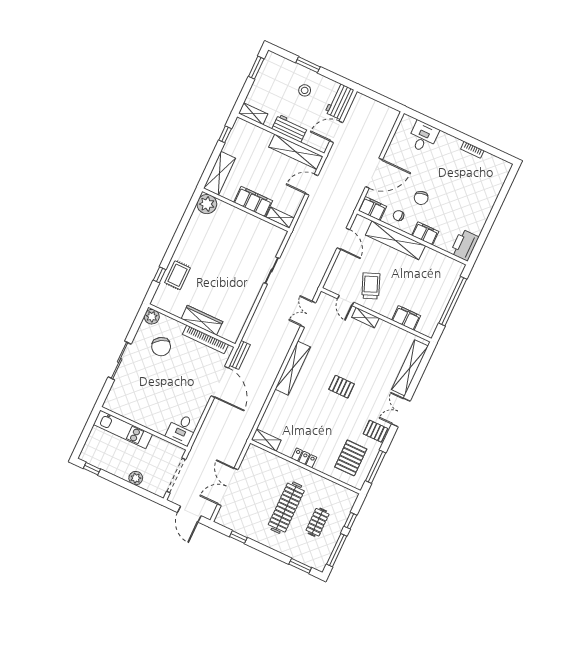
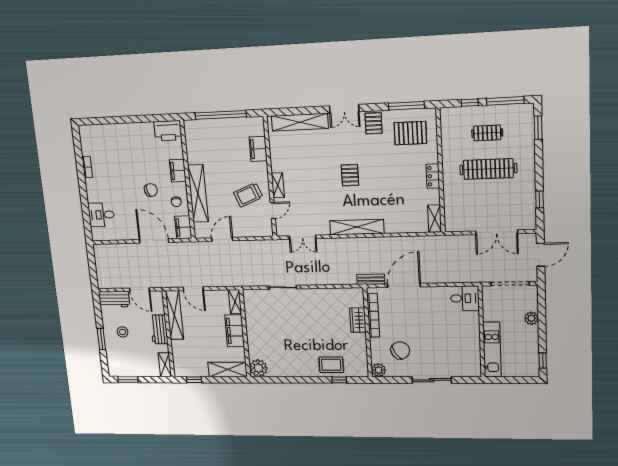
wardrobe: (202, 320) -> (358, 320), width x0.67

